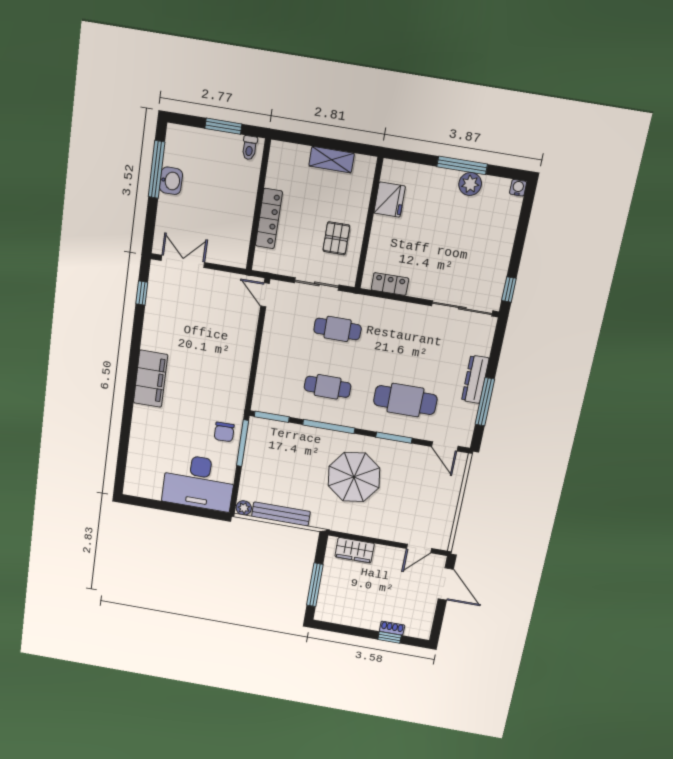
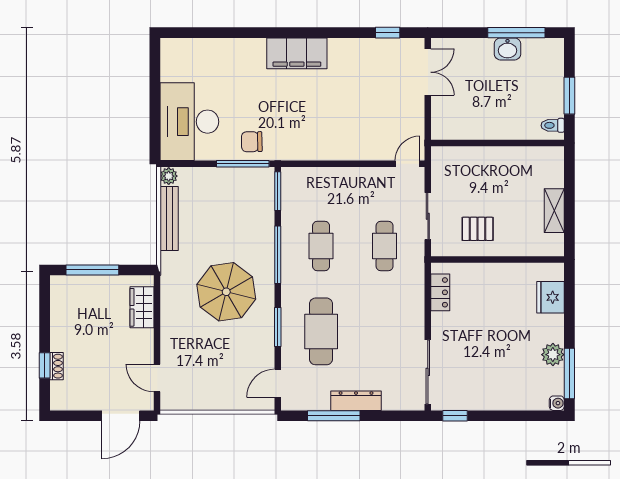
window: (462, 165) -> (569, 374), moved
fridge: (390, 200) -> (550, 297), moved, turned 90
locker: (269, 219) -> (486, 156), removed

